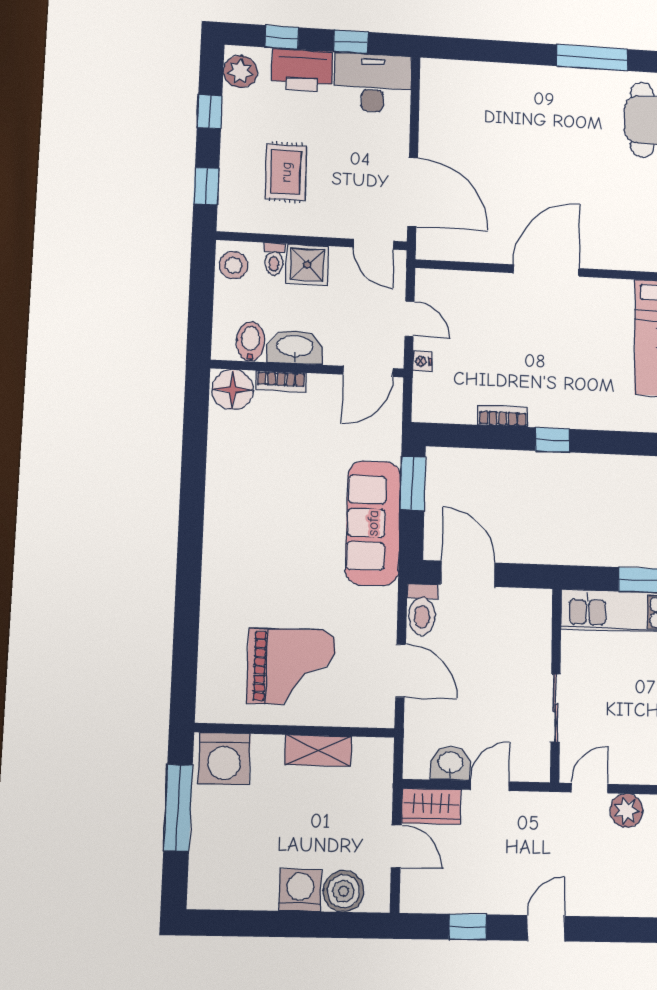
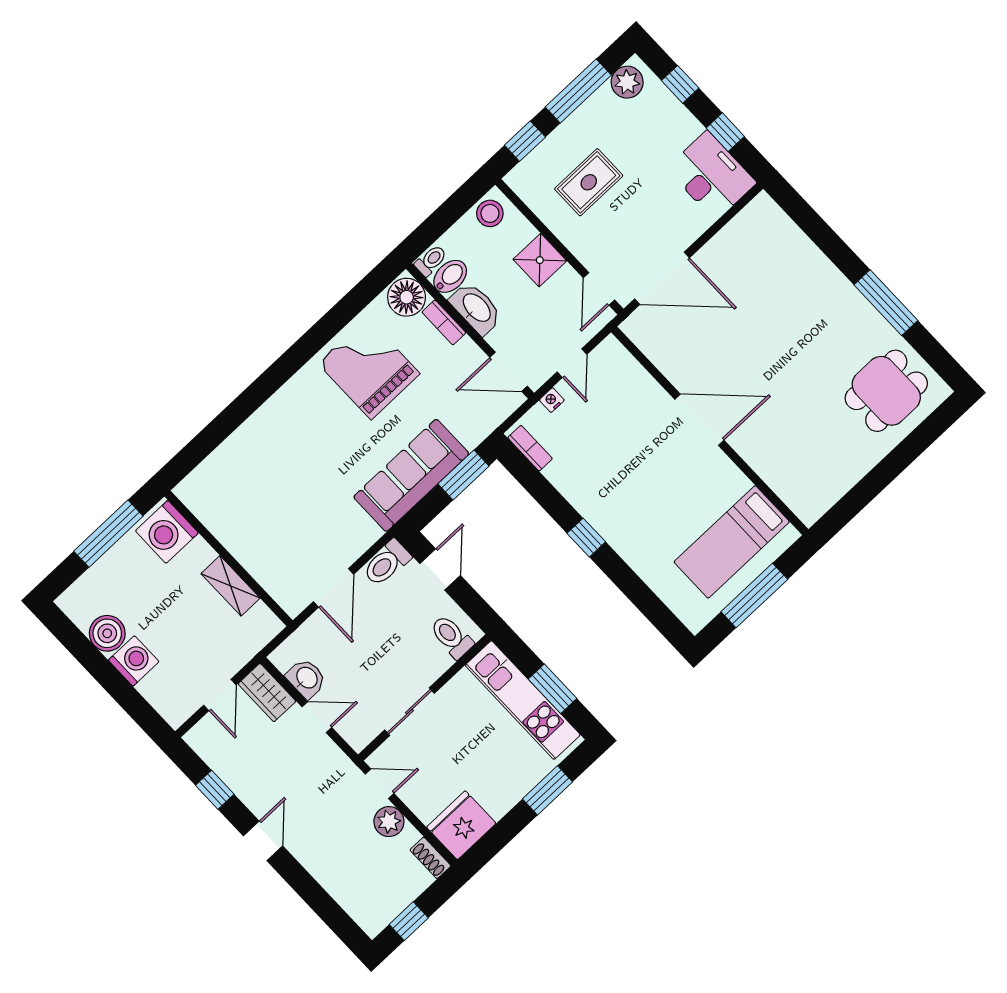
printer: (302, 70) -> (671, 121), removed
window: (210, 112) -> (578, 91), width x2.17
door: (413, 192) -> (662, 278), hinge flipped
toilet: (274, 259) -> (431, 260), moved, turned 180
bookcase: (503, 416) -> (530, 448), moved
door: (468, 574) -> (440, 569), width x0.73
toilet: (529, 617) -> (452, 637), added
grand piano: (291, 667) -> (369, 369), moved, turned 180
boiler: (343, 891) -> (107, 633), moved
door: (546, 928) -> (263, 841), hinge flipped

